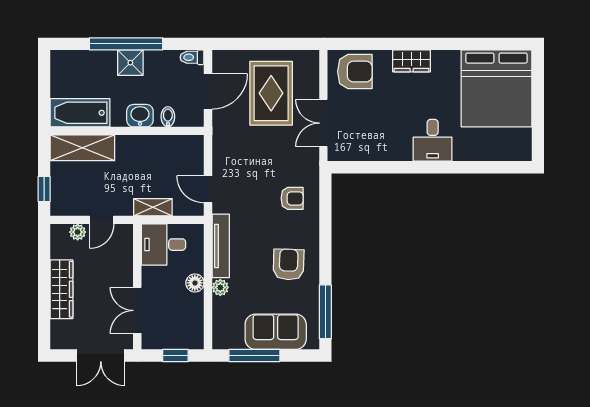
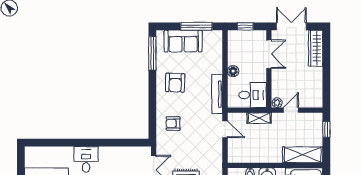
plant: (78, 232) -> (277, 103), moved
plant: (220, 287) -> (217, 68), removed
wardrobe: (62, 289) -> (316, 48), moved

